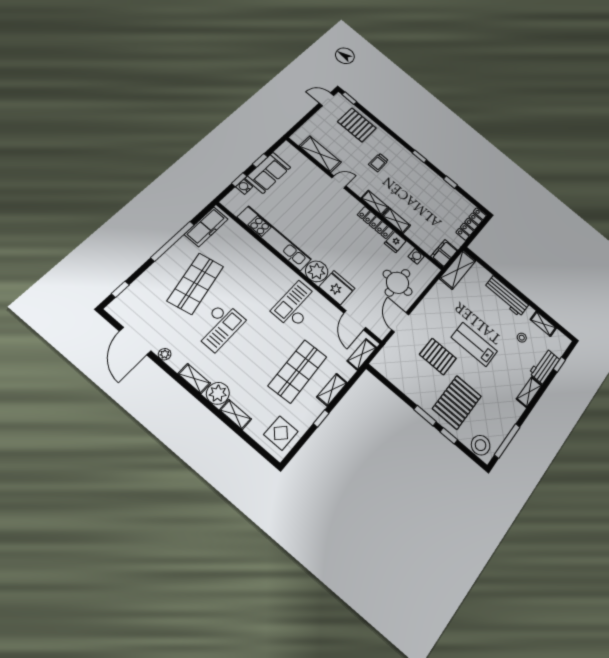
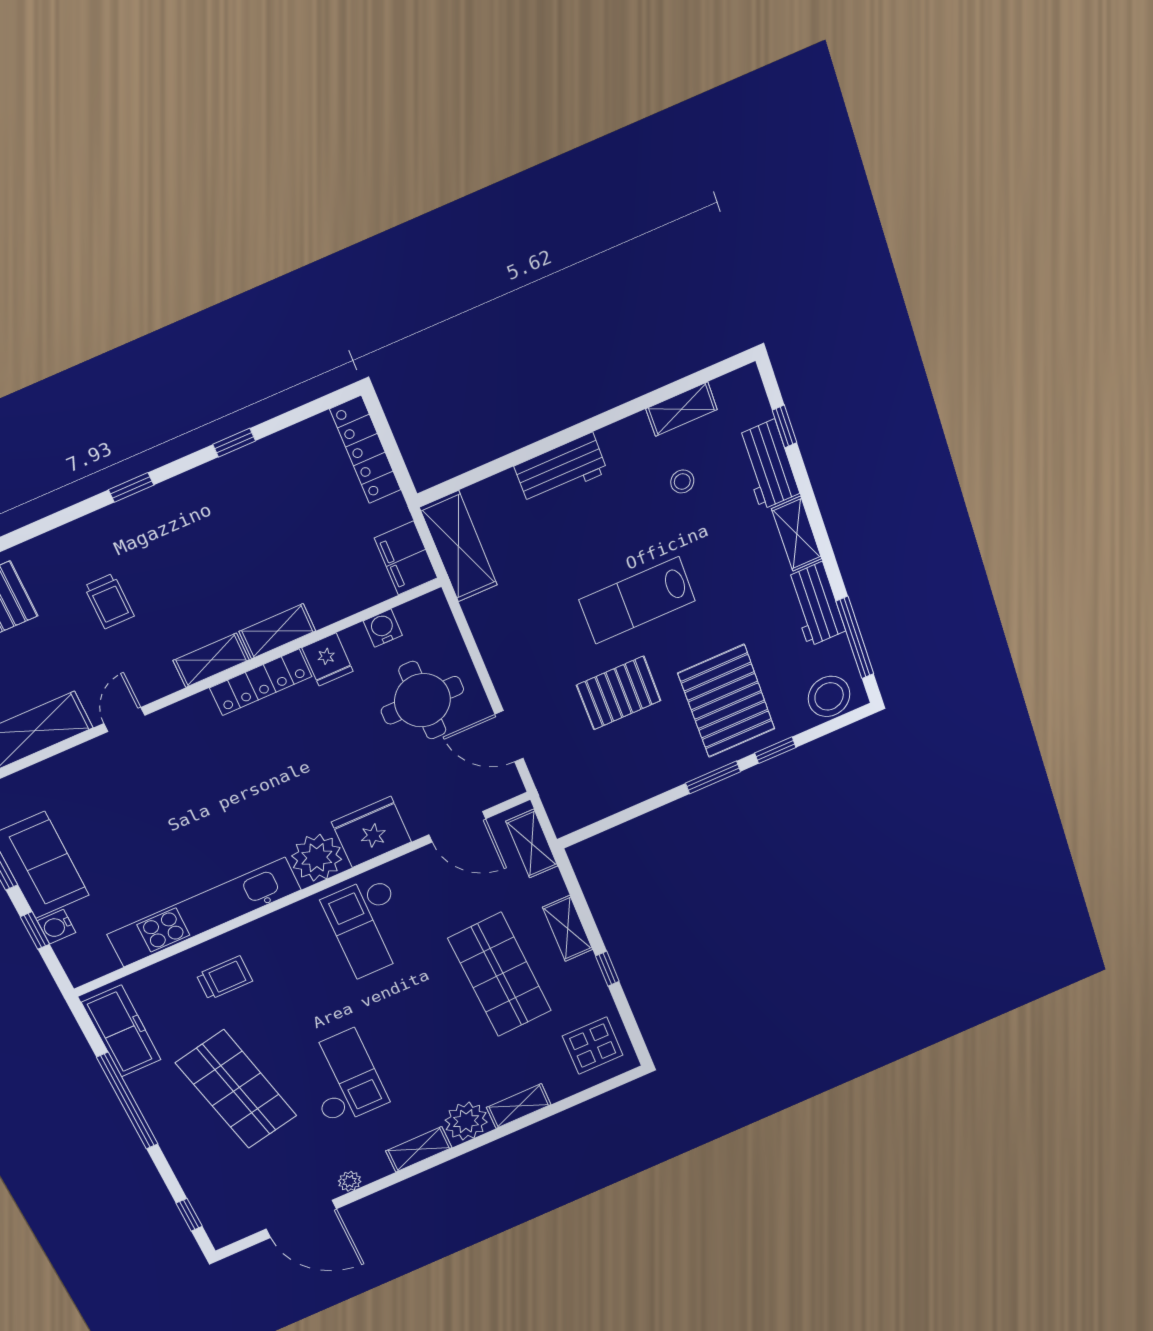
trolley: (248, 257) -> (224, 978), added
workbench: (506, 296) -> (561, 469), width x0.73
workbench: (510, 416) -> (815, 604), added

